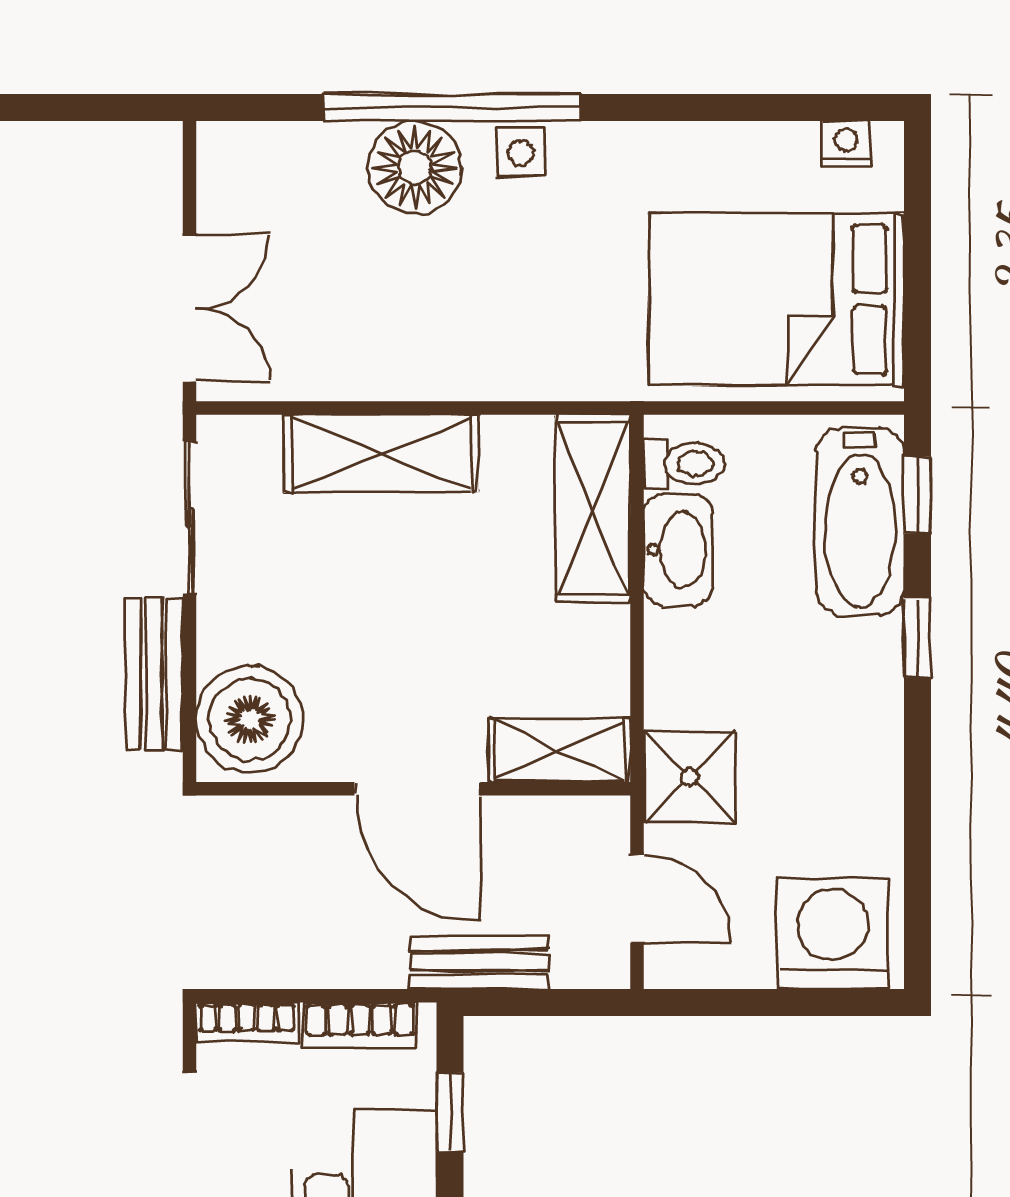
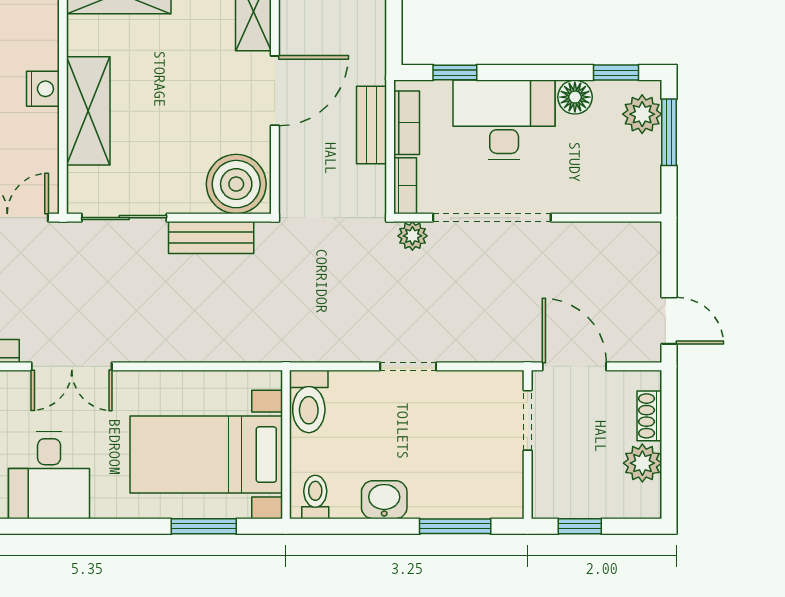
nightstand: (421, 372) -> (43, 89), added
bench: (479, 962) -> (372, 125), moved
plant: (157, 1036) -> (412, 236), added

